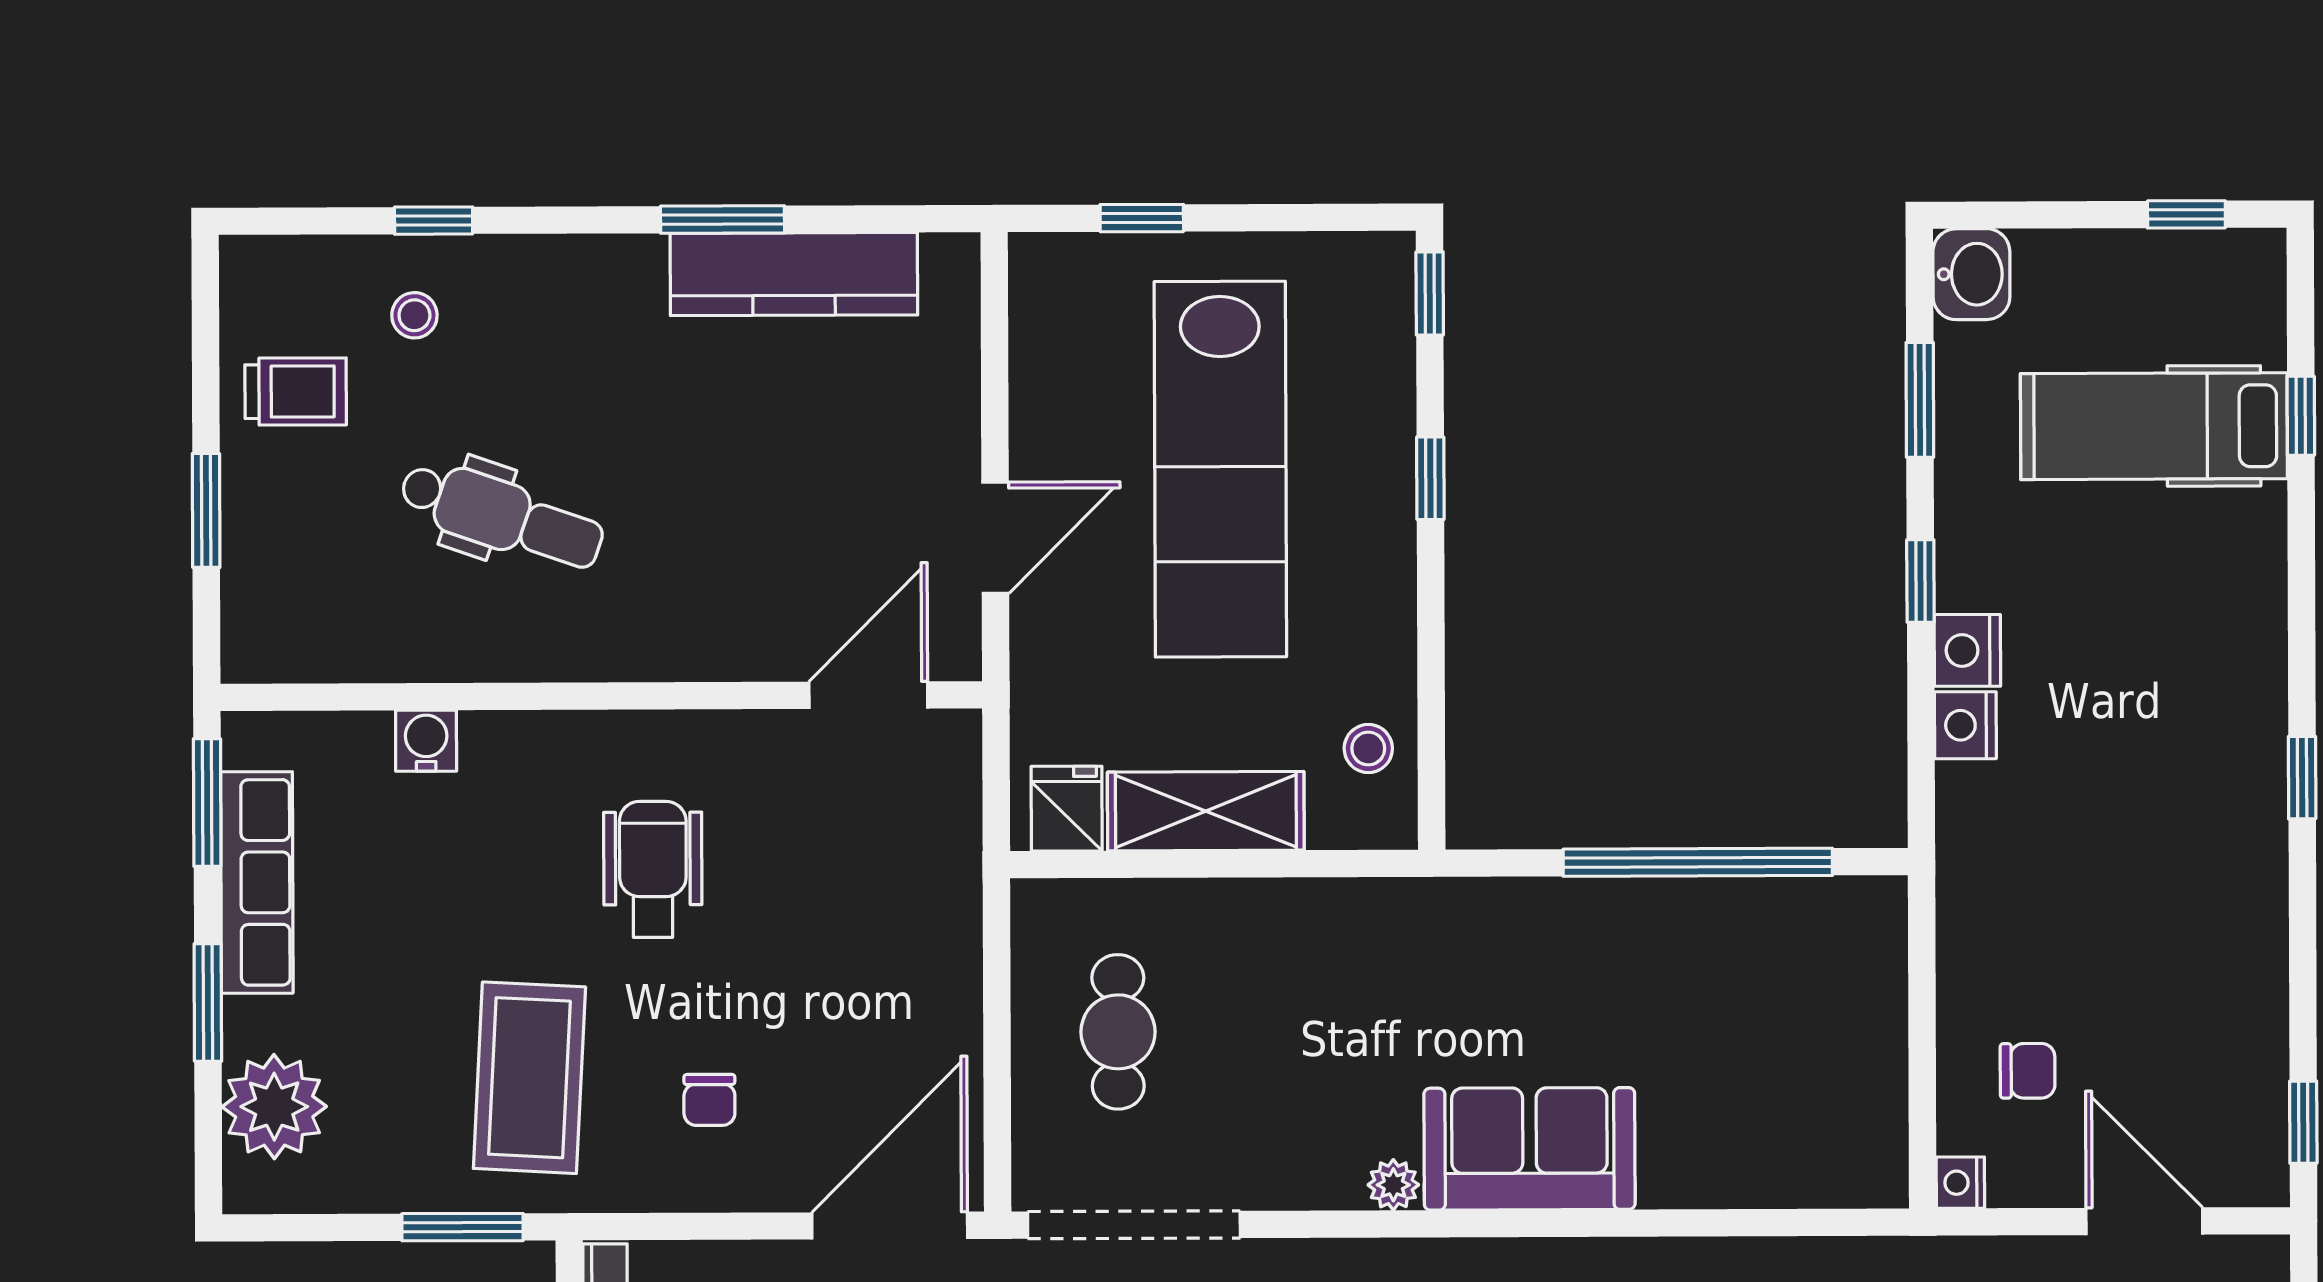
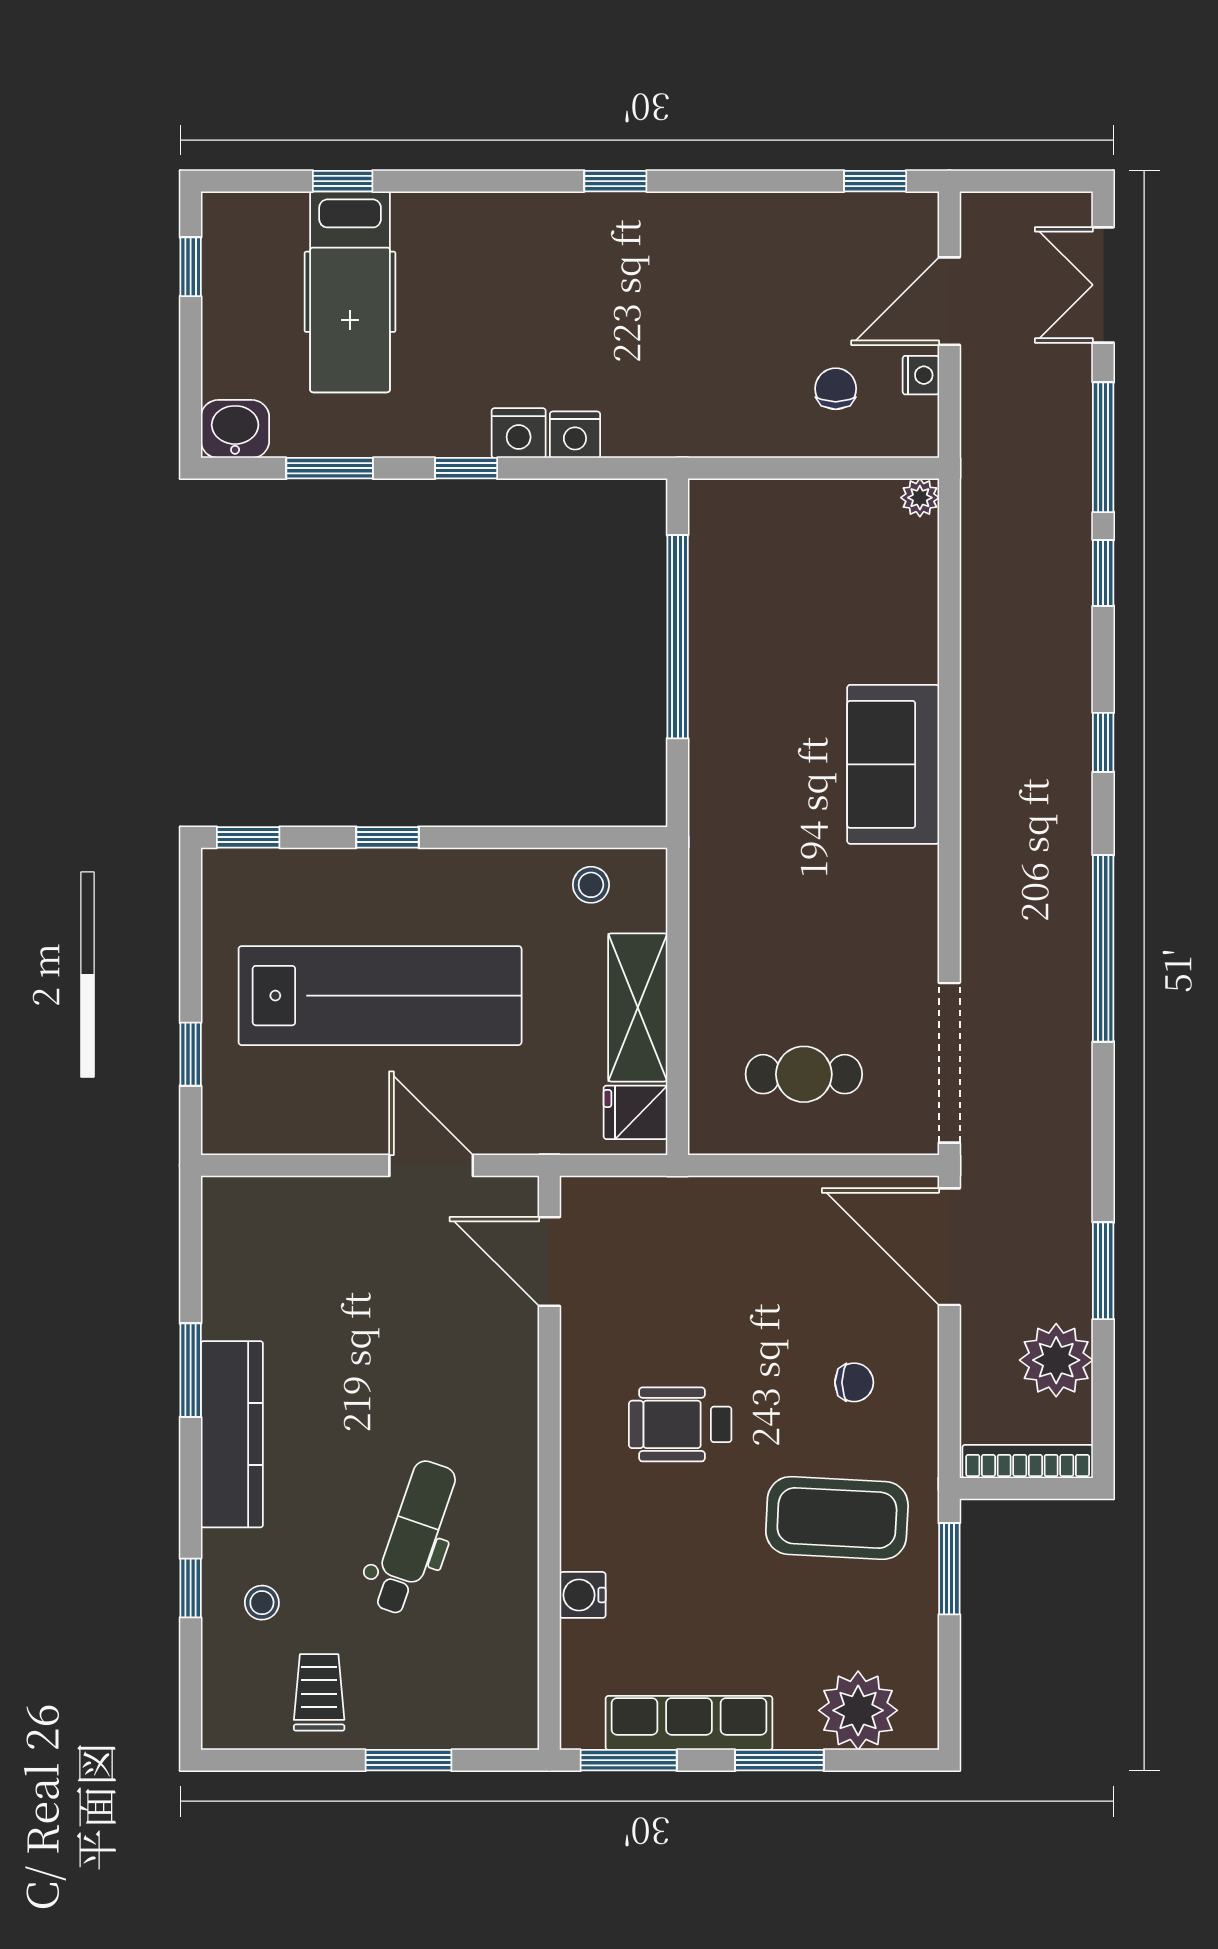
kitchen counter: (794, 274) -> (232, 1434), moved
nightstand: (1960, 1183) -> (921, 375), moved, turned -90
plant: (1393, 1185) -> (920, 498), moved

